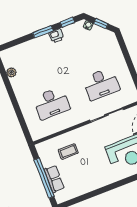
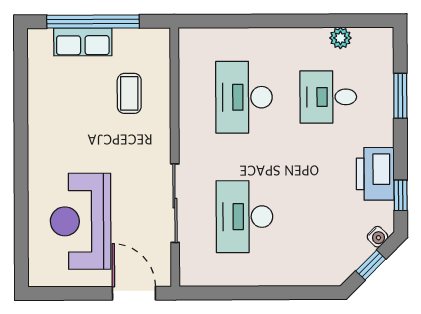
window: (43, 32) -> (400, 96), moved
printer: (56, 36) -> (375, 174), width x1.87, depth x1.48
desk: (38, 68) -> (328, 97), added

